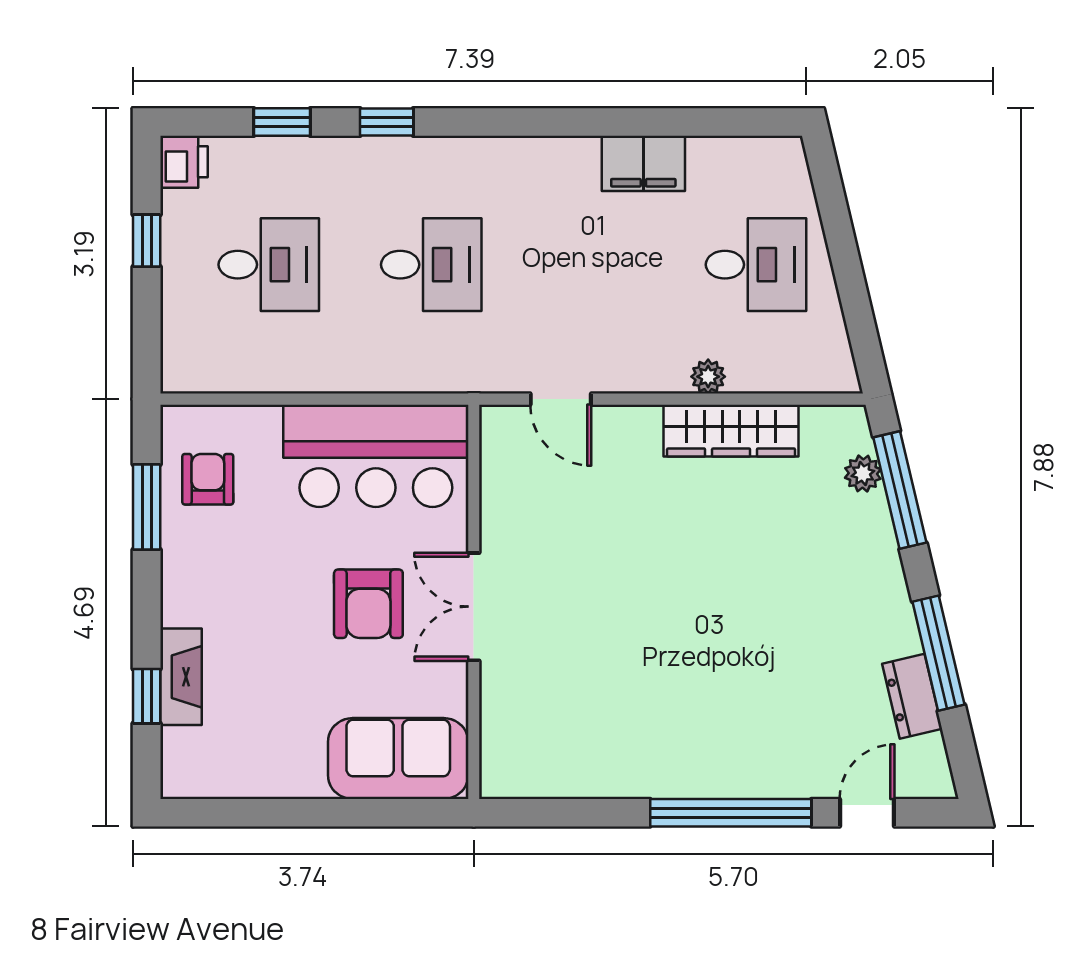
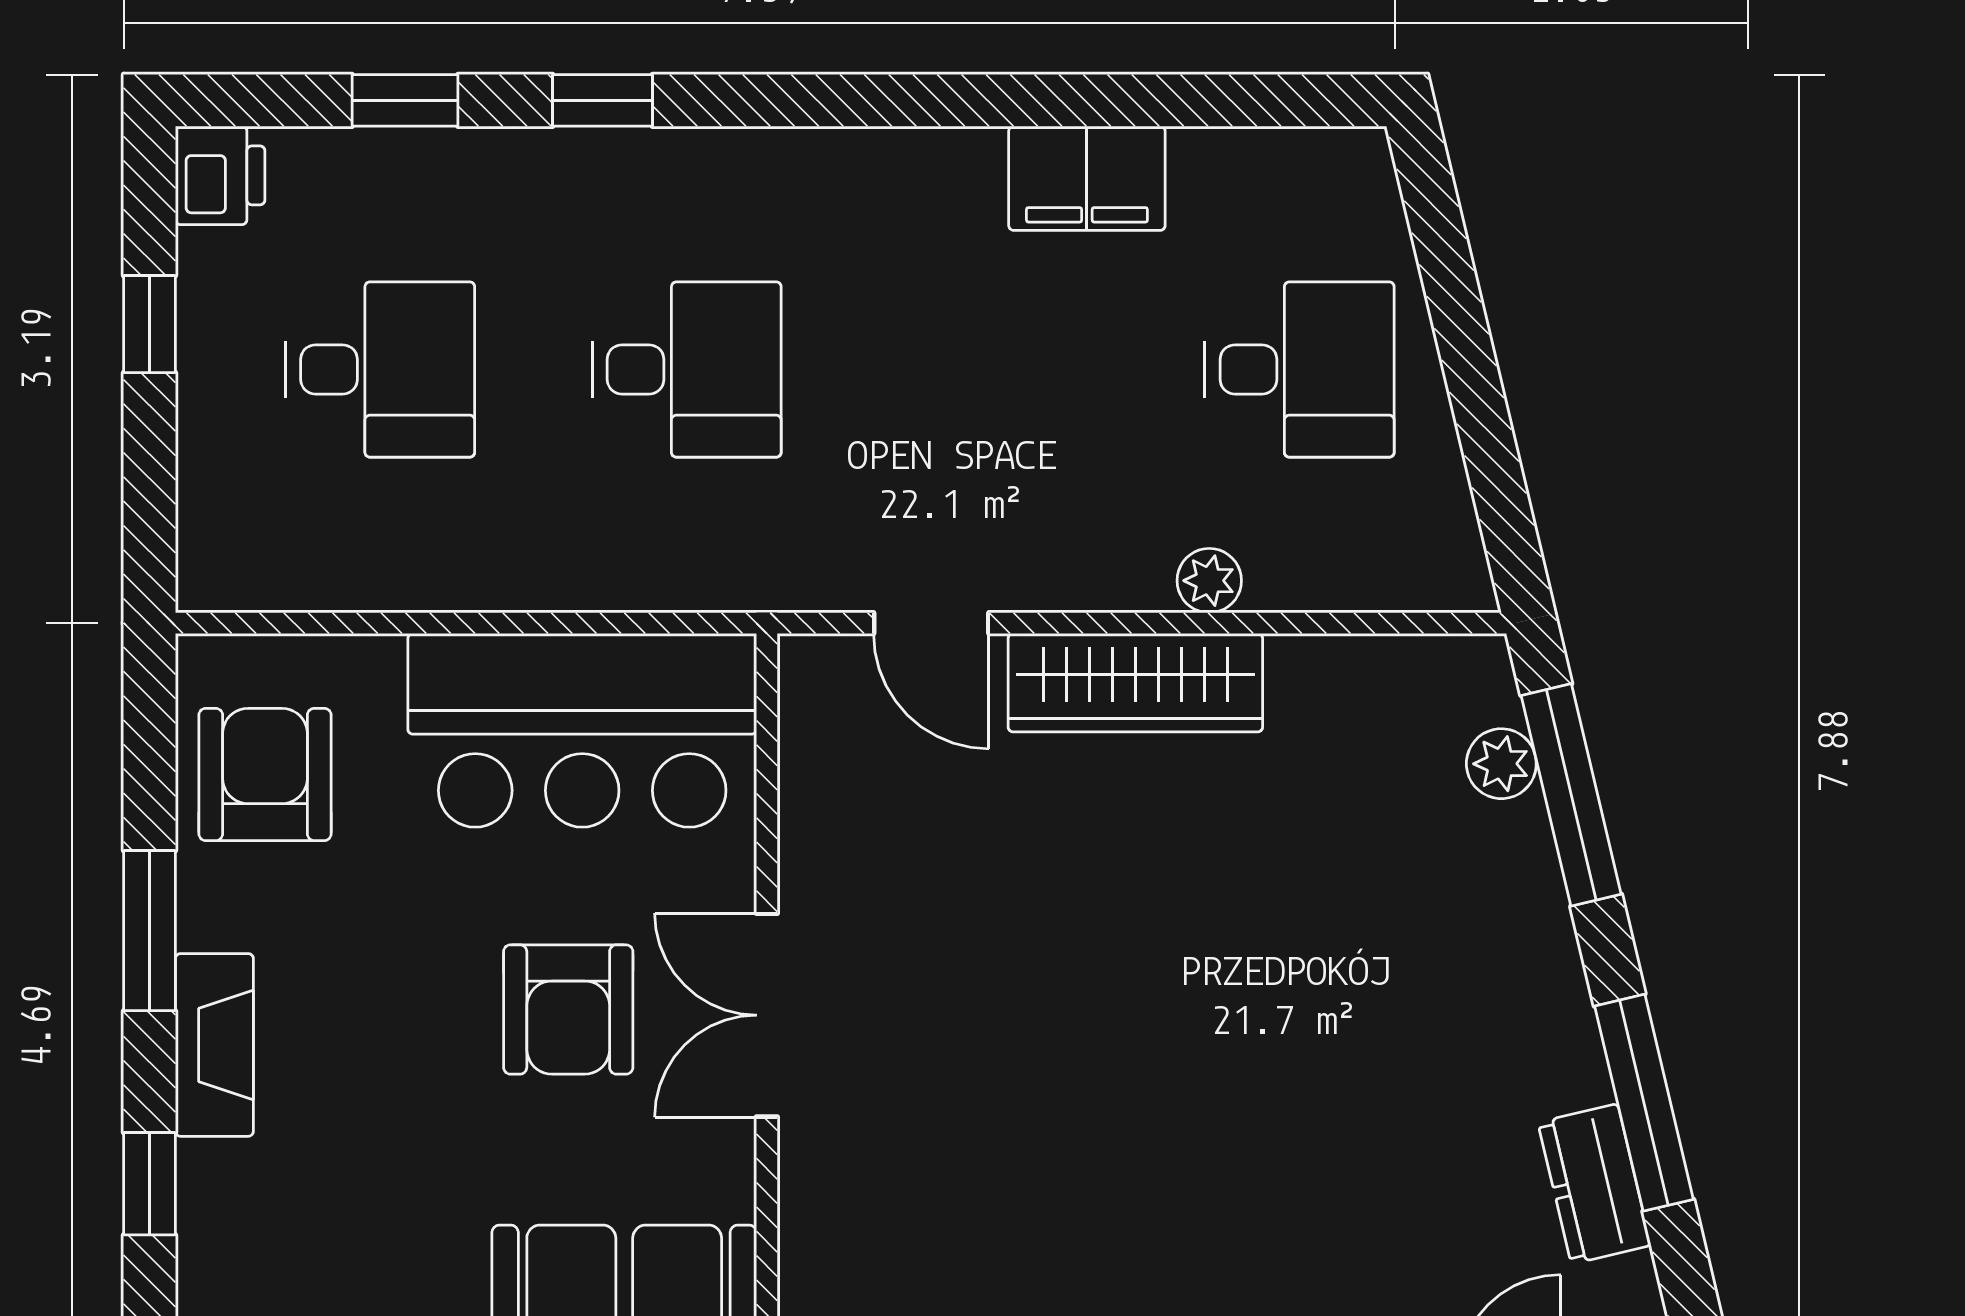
wardrobe: (731, 431) -> (1135, 683), moved
armchair: (208, 479) -> (265, 774), width x1.38, depth x1.38
window: (147, 507) -> (150, 931), moved
fireplace: (181, 677) -> (214, 1045), moved

